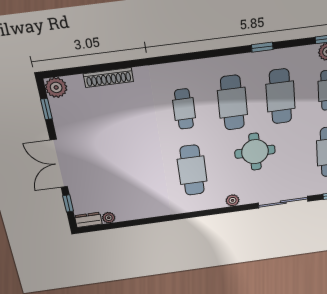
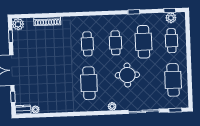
cafe table: (232, 103) -> (115, 43), width x0.73, depth x0.74

